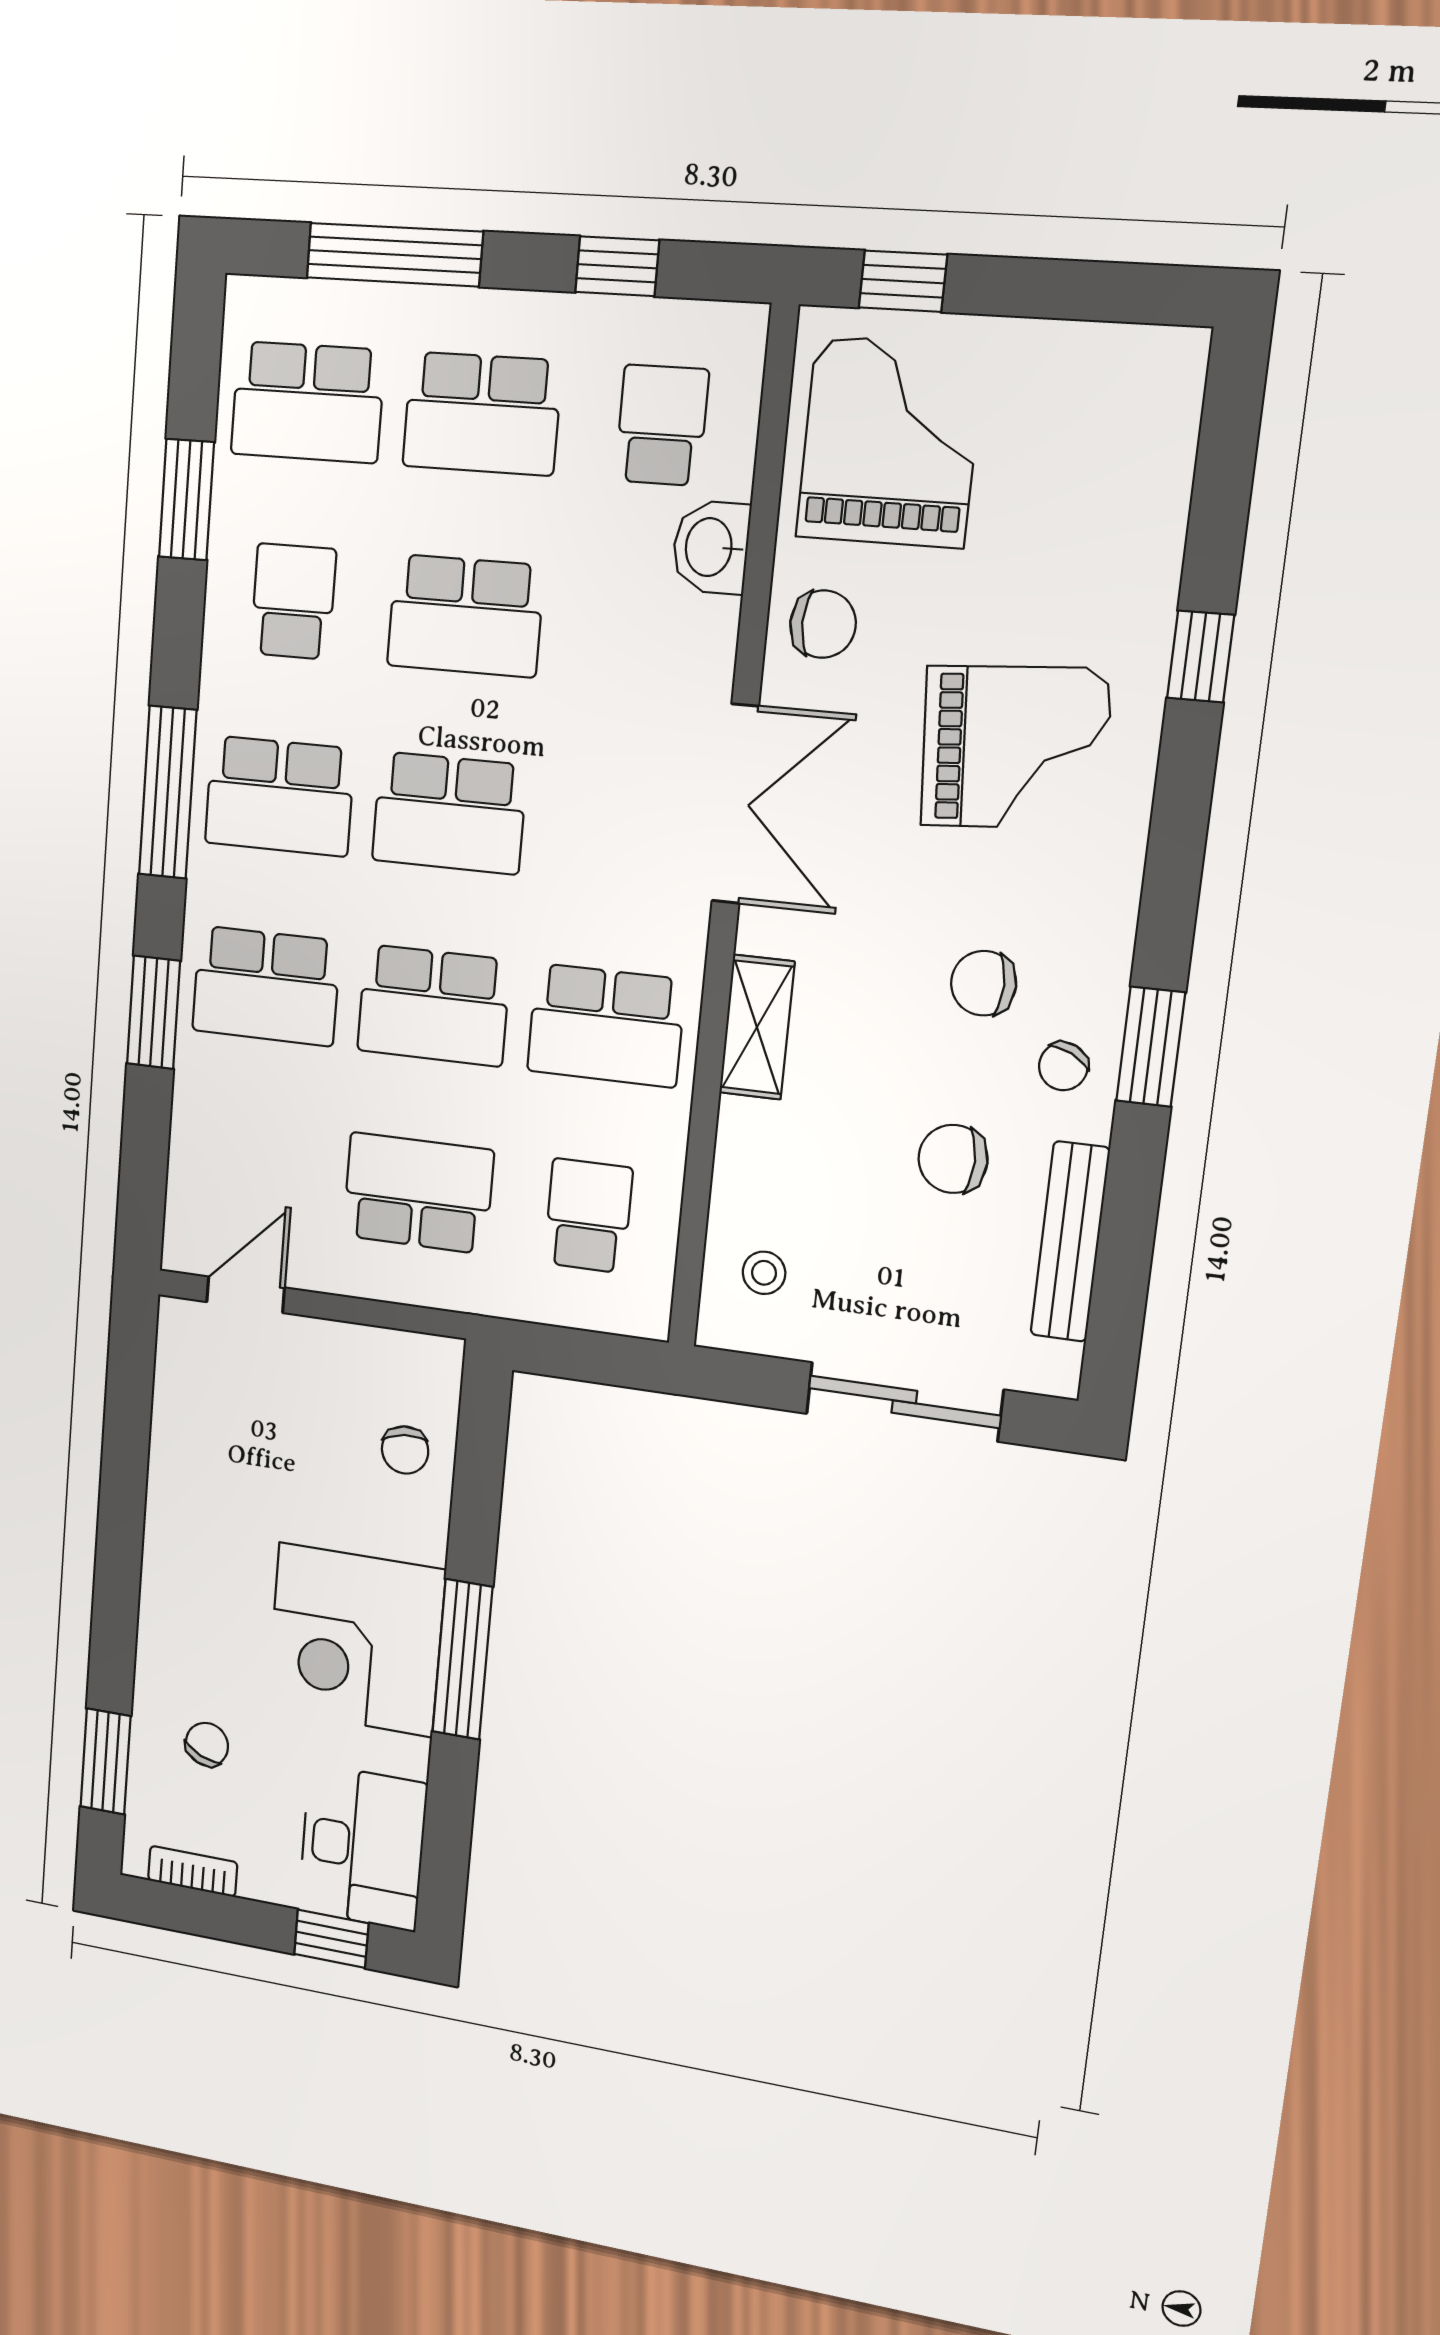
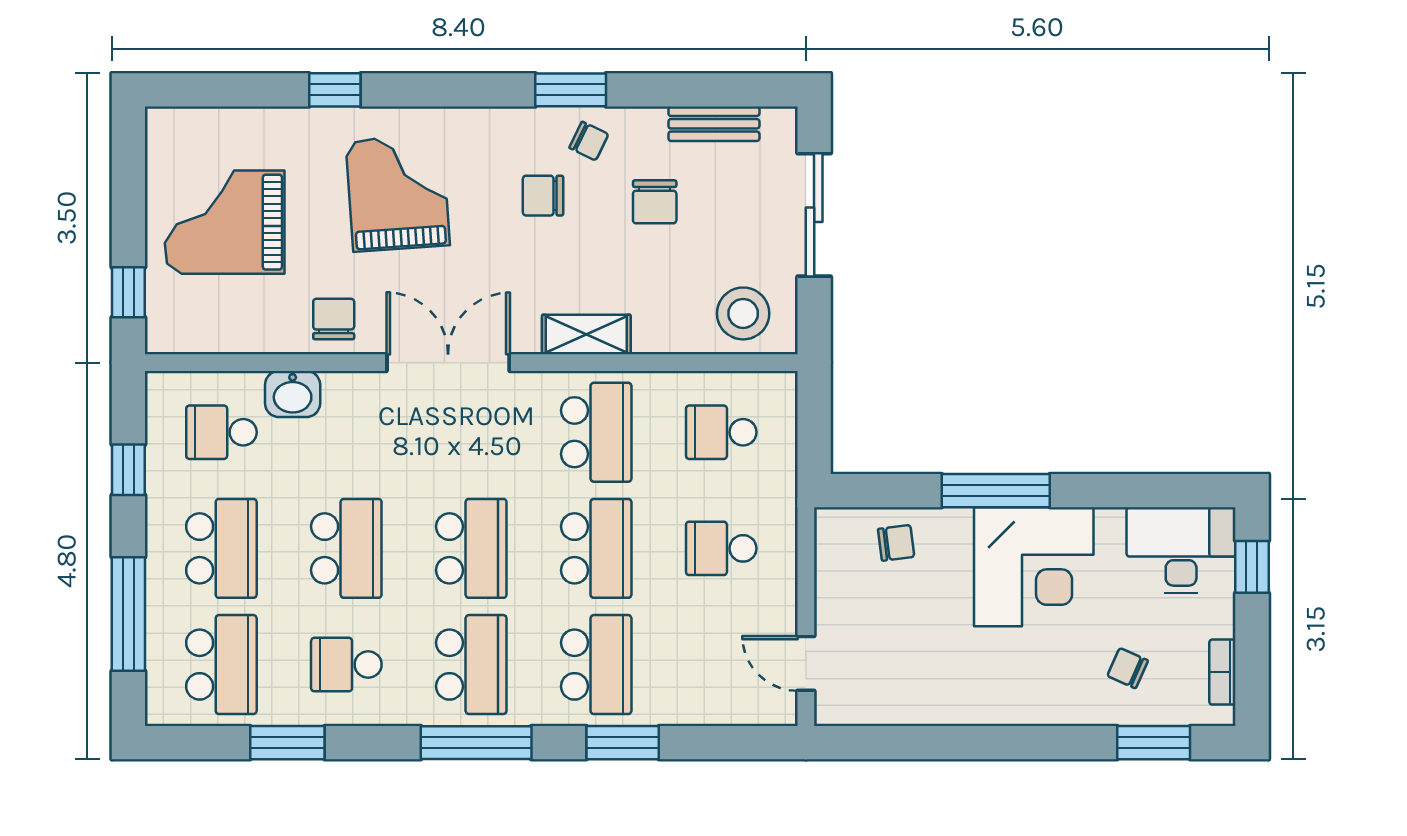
grand piano: (890, 442) -> (225, 222), moved
chair: (984, 983) -> (543, 196), turned 90
school desk: (418, 1193) -> (721, 548), width x0.54
bench: (1070, 1242) -> (714, 124), width x0.73
stool: (764, 1273) -> (743, 313), width x1.89, depth x1.89
window: (462, 1659) -> (996, 491), moved

